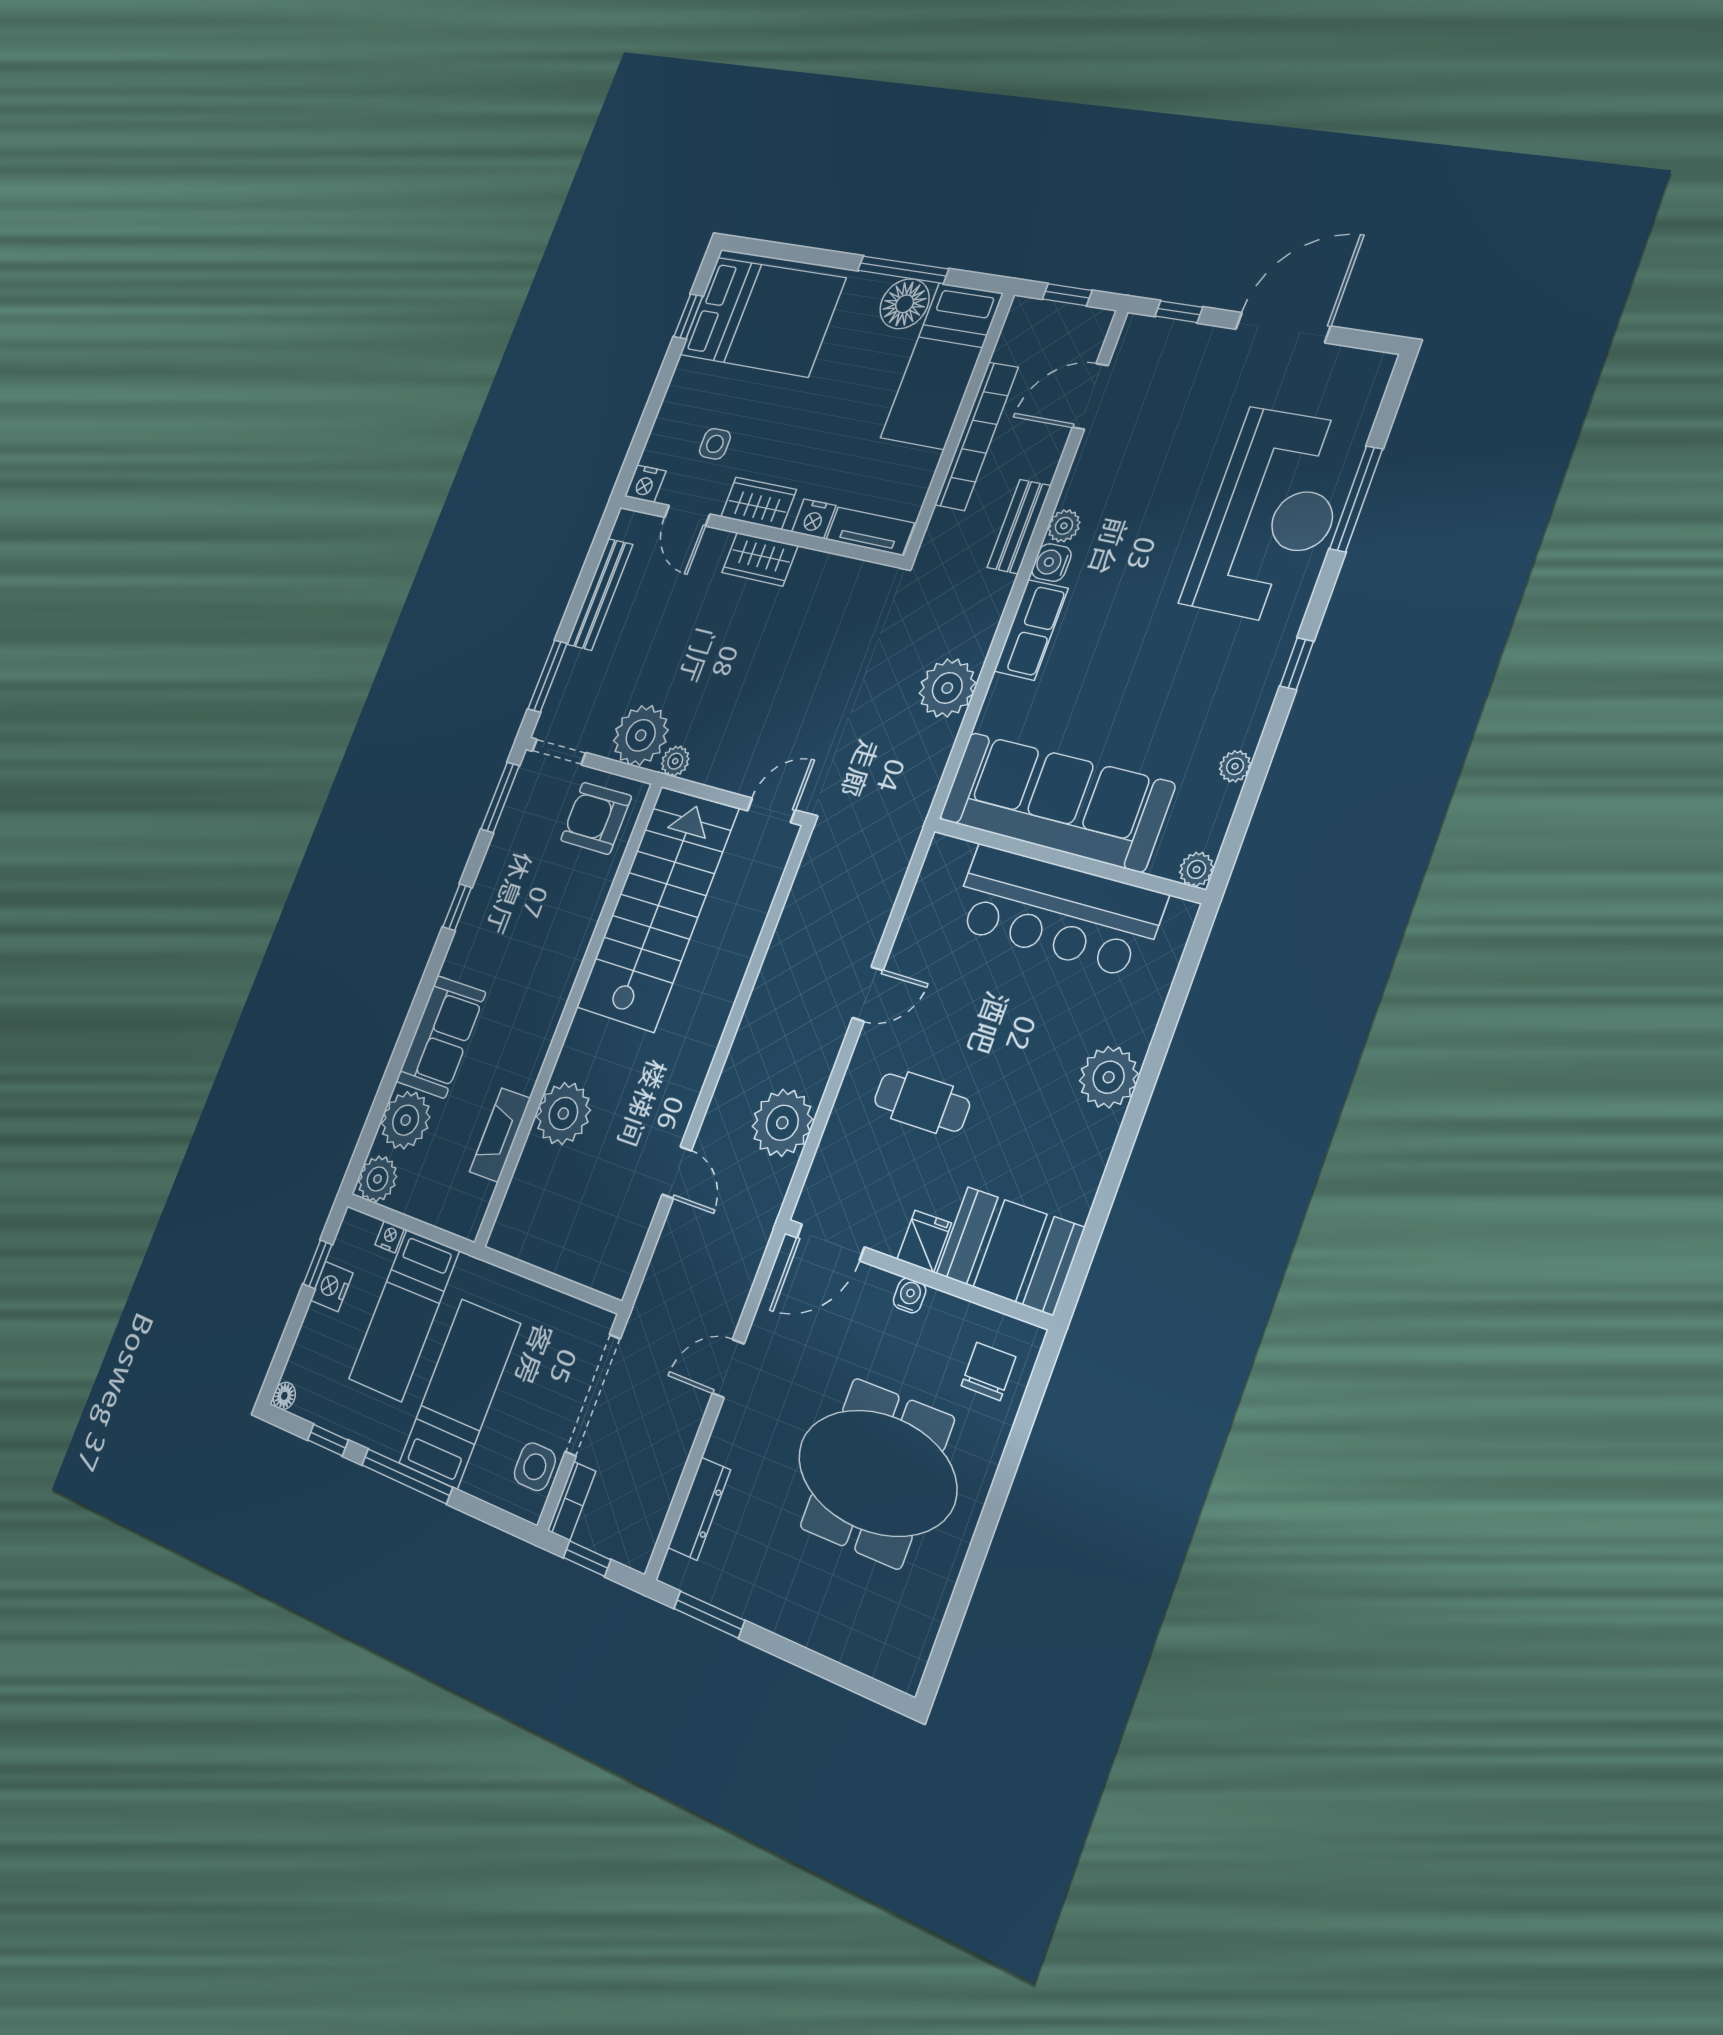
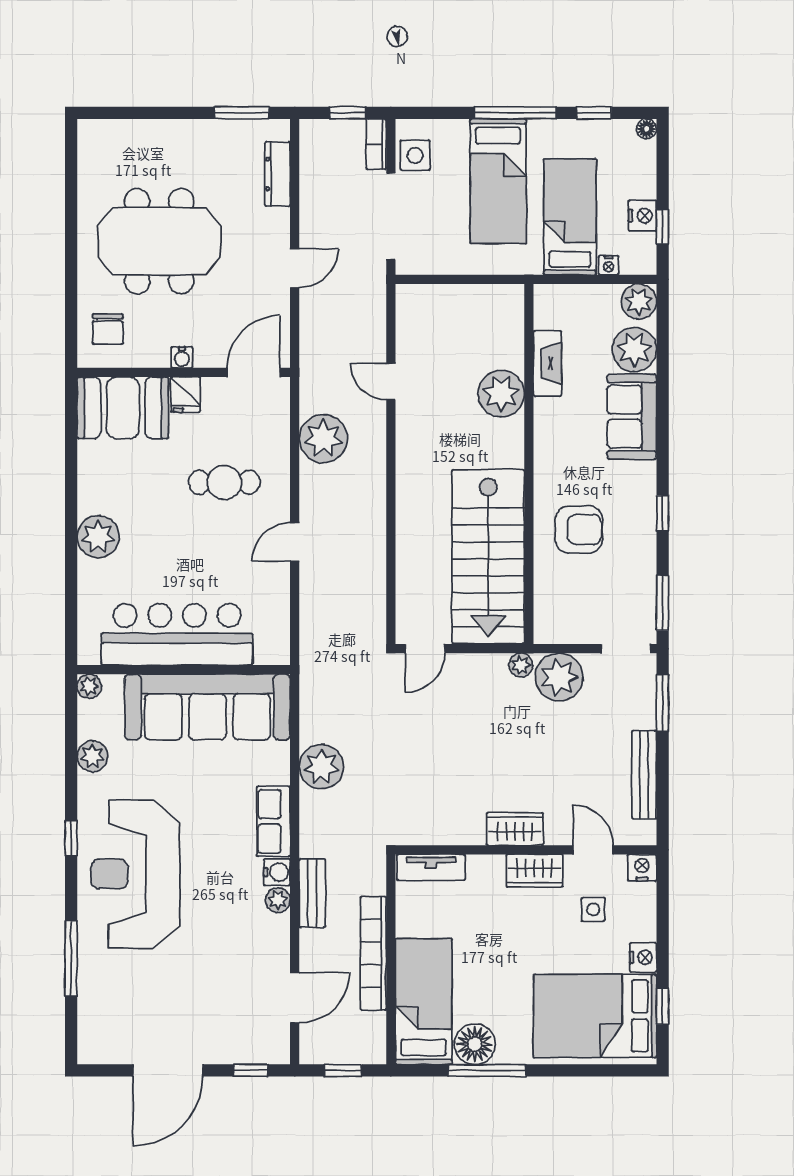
reception desk: (1272, 515) -> (135, 874), moved
nightstand: (814, 519) -> (643, 957), moved, turned 90
plant: (1235, 766) -> (92, 756), width x1.38, depth x1.38
armchair: (596, 818) -> (579, 529), moved

